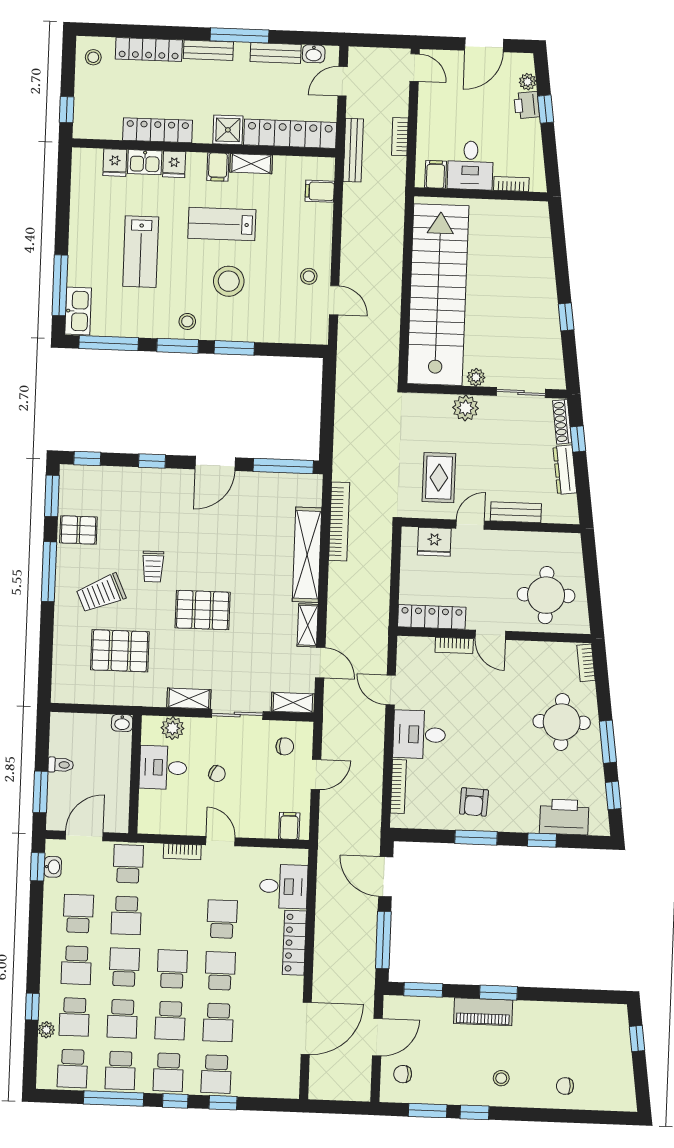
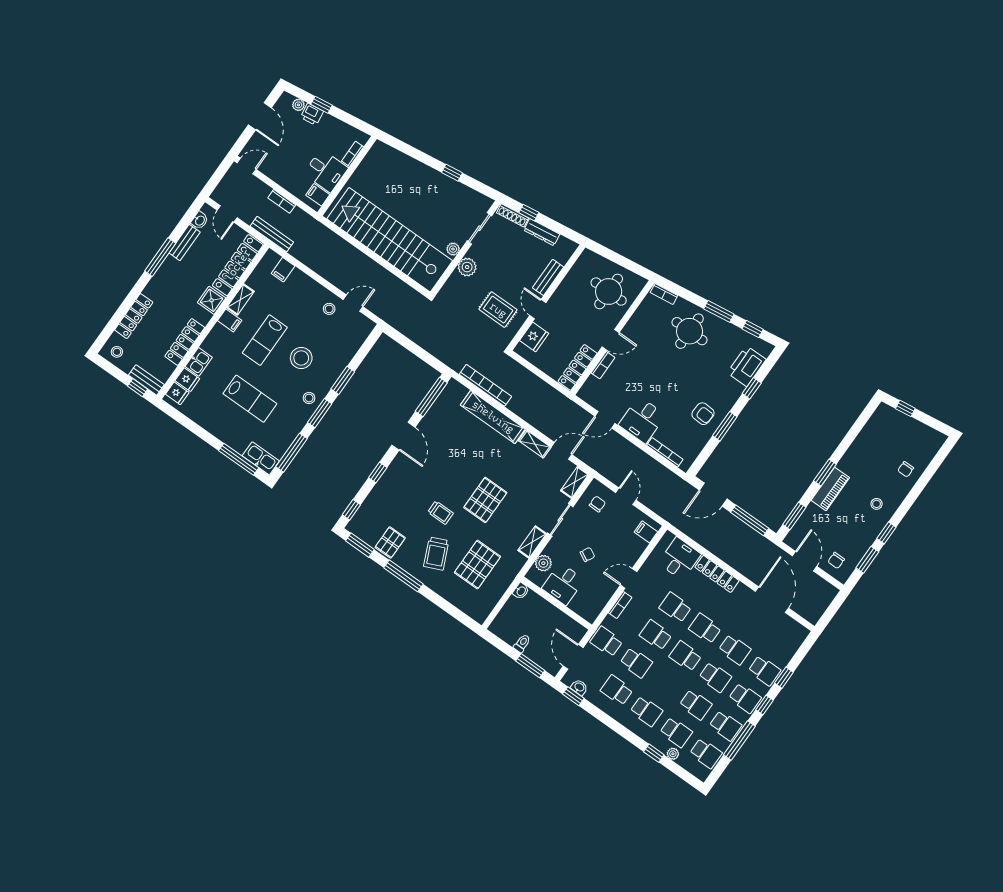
bench: (208, 50) -> (146, 380), moved, turned 90
fridge: (174, 164) -> (177, 393), moved
school desk: (124, 967) -> (656, 635), moved

